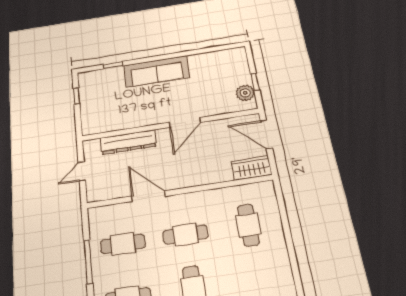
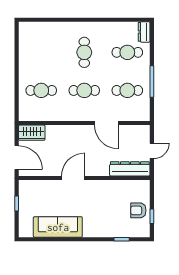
sofa: (157, 71) -> (58, 227), moved
plant: (245, 93) -> (26, 195), removed
armchair: (94, 99) -> (138, 210), added
dresser: (128, 142) -> (130, 169), moved
cafe table: (248, 225) -> (41, 90), turned 90

